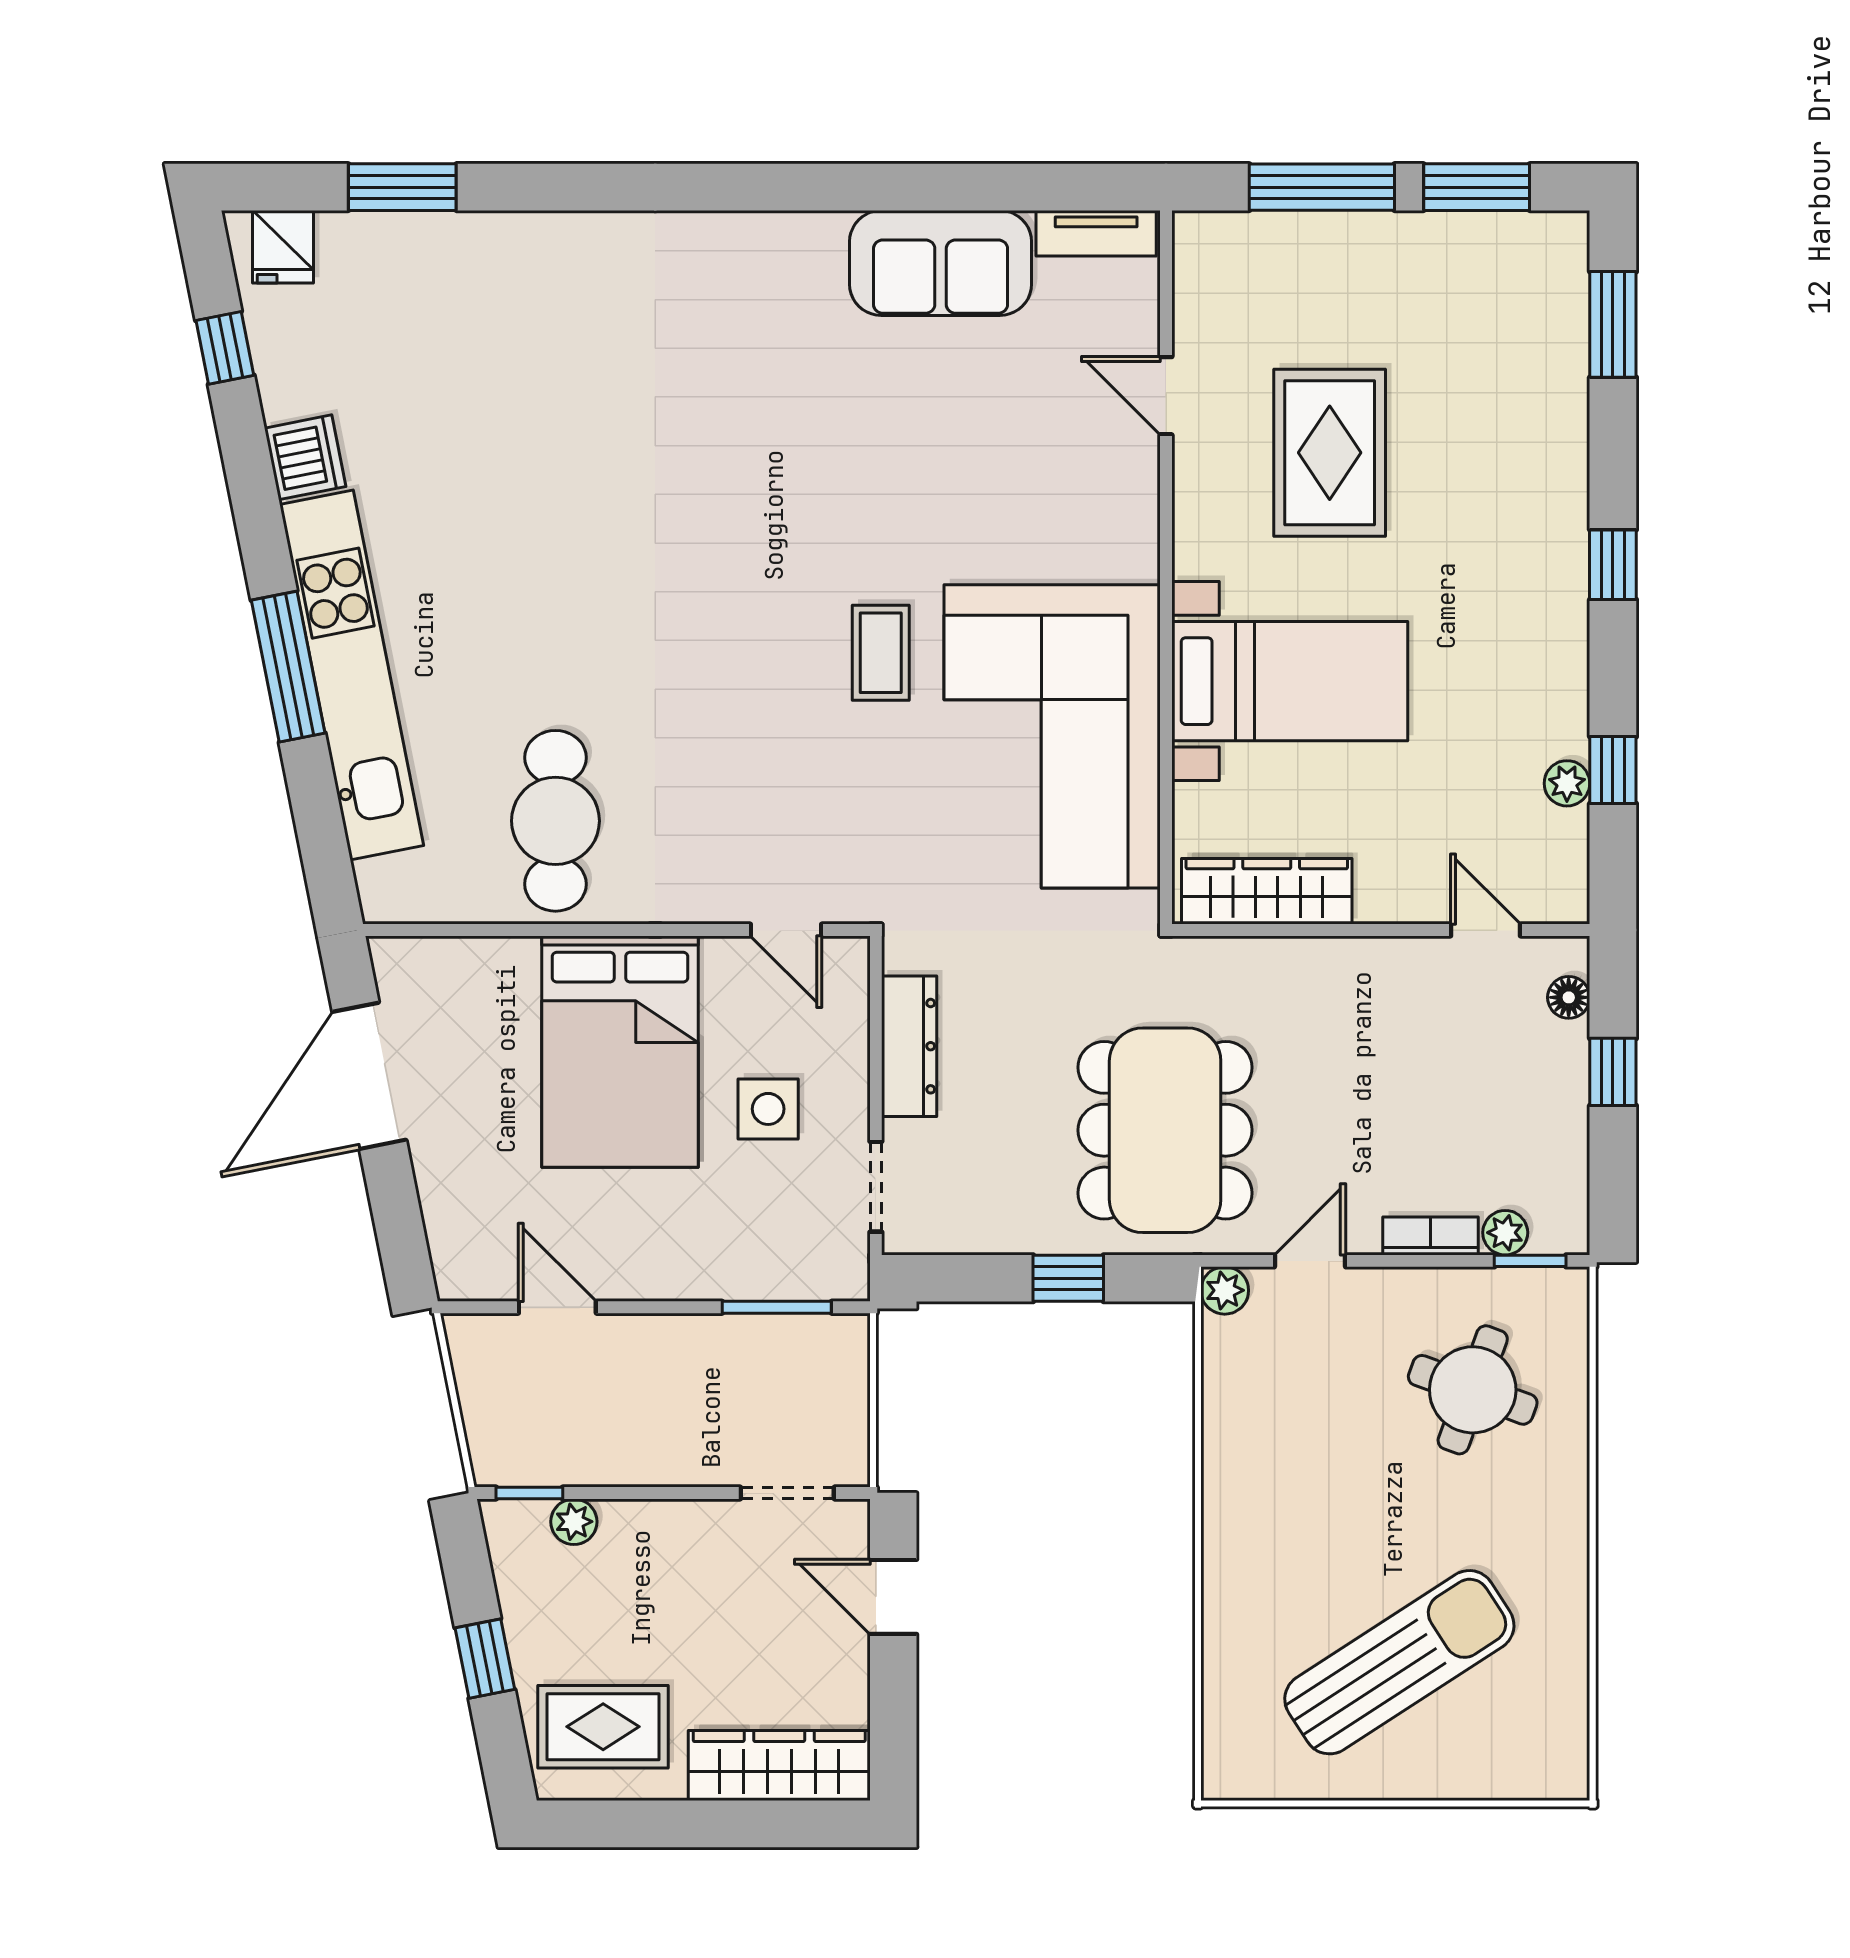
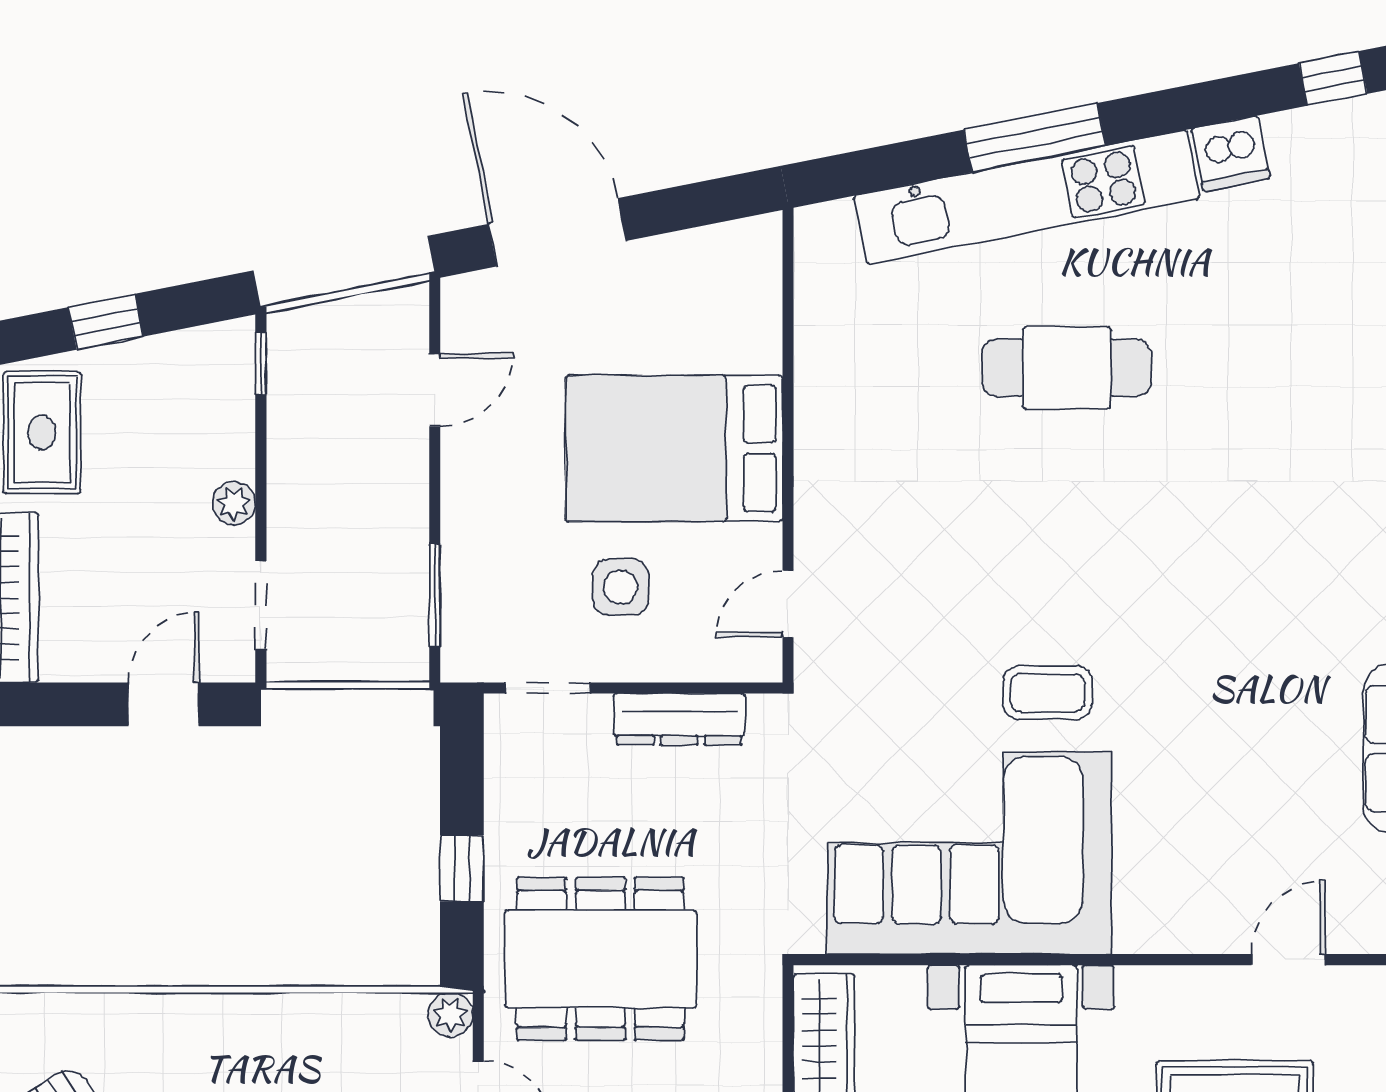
cafe table: (555, 821) -> (1067, 368), moved
door: (369, 1076) -> (557, 232), moved
plant: (574, 1522) -> (234, 503), moved

